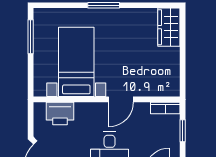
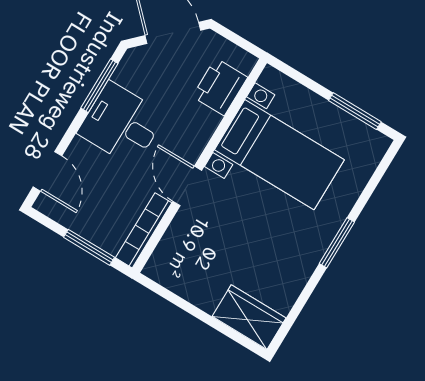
bookcase: (165, 108) -> (144, 230), width x1.56
window: (183, 131) -> (89, 247), width x1.50

